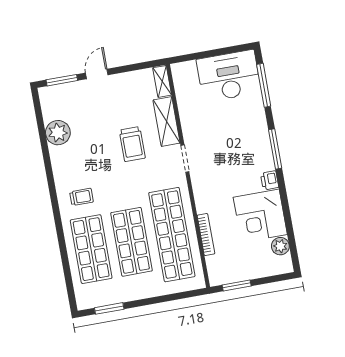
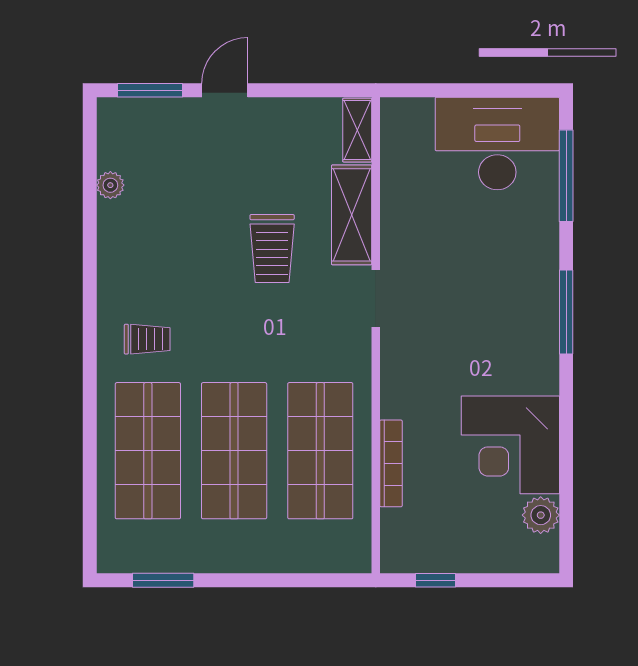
plant: (58, 133) -> (110, 185), width x0.53, depth x0.53
printer: (270, 180) -> (543, 375), removed
shop shelf: (172, 235) -> (320, 451), width x0.71
window: (237, 285) -> (436, 580), width x0.67

